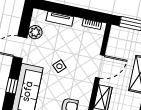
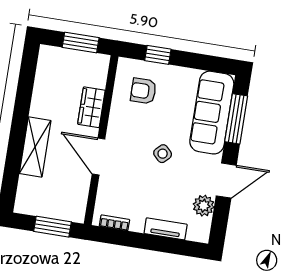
door: (100, 66) -> (99, 157), hinge flipped
window: (12, 86) -> (236, 119), width x2.17

